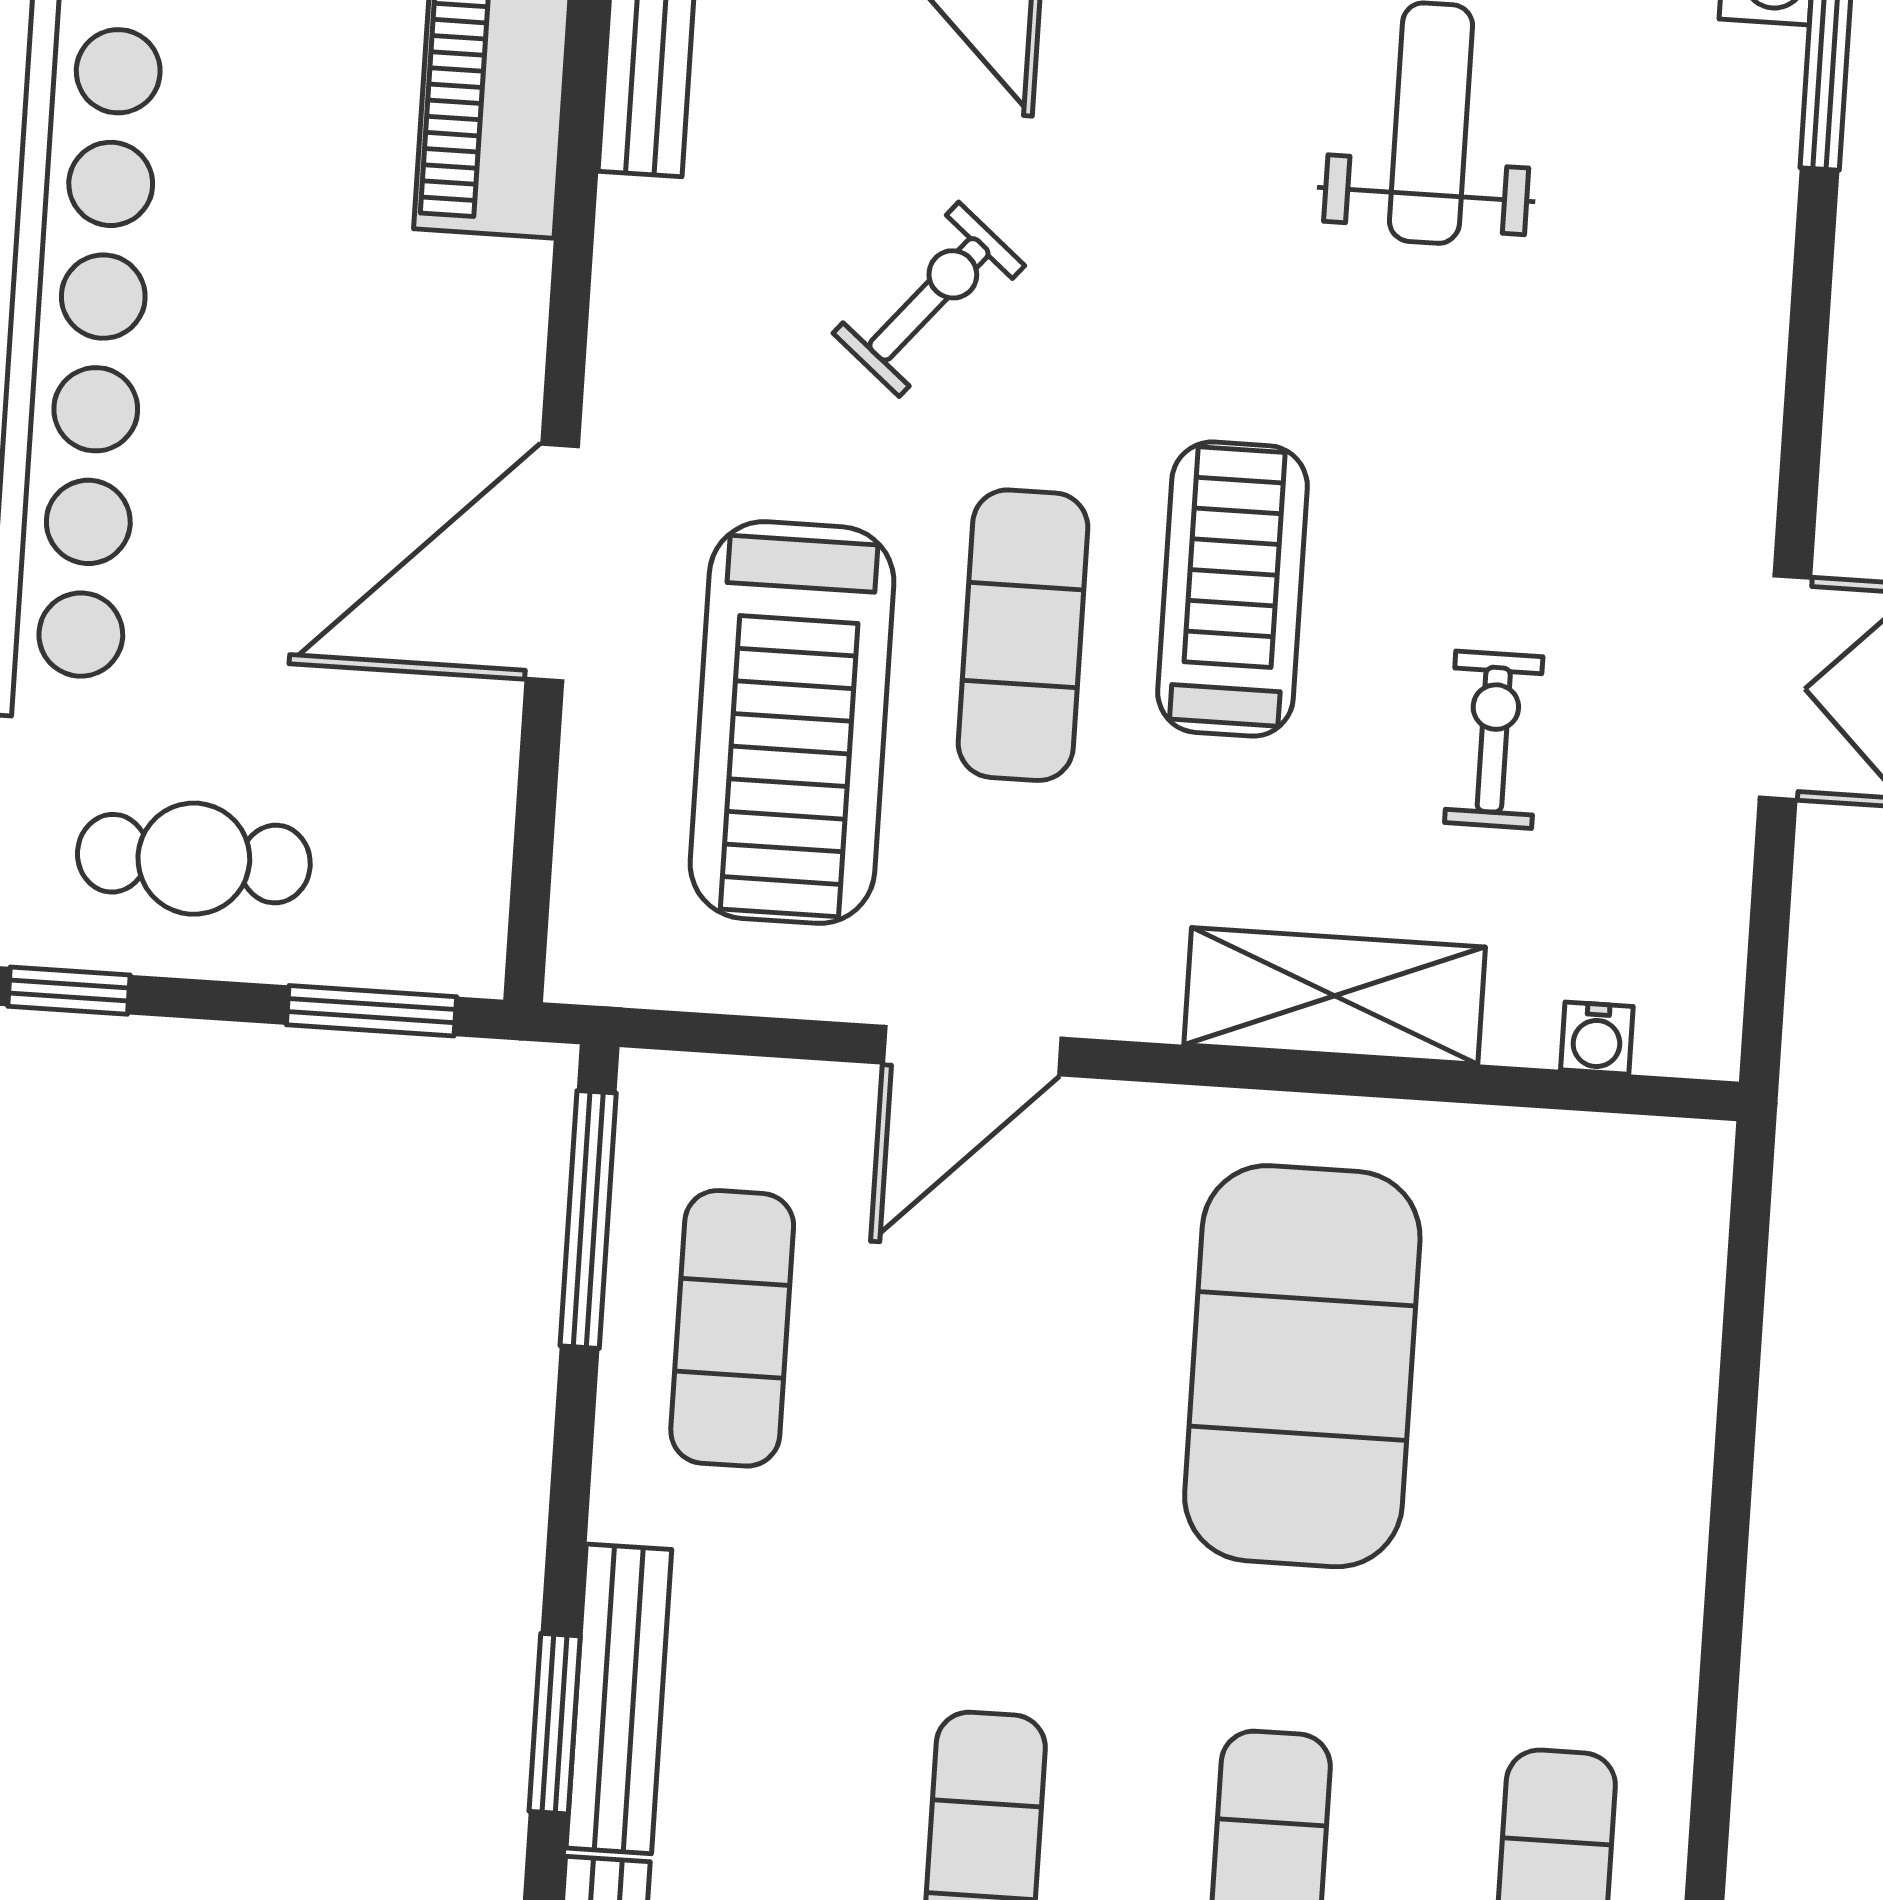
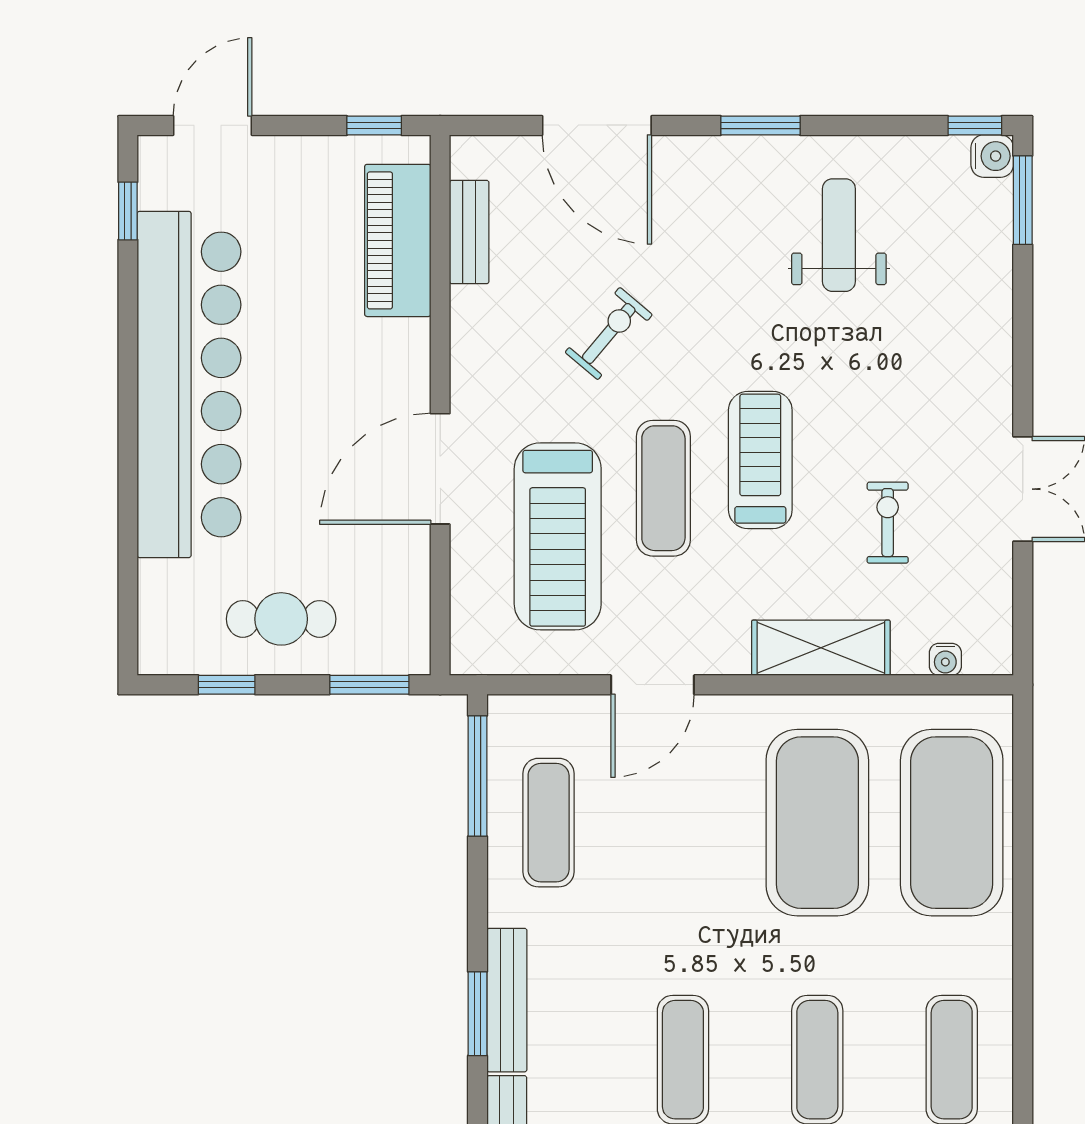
exercise mat: (1587, 1385) -> (952, 823), added

